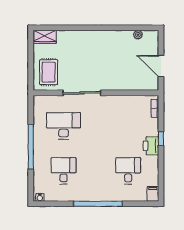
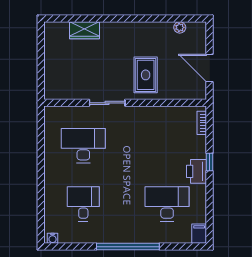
wardrobe: (45, 37) -> (85, 30), moved
rug: (49, 72) -> (146, 75), moved
sliding door: (82, 93) -> (107, 103), width x0.73
window: (31, 147) -> (41, 173), removed
desk: (128, 171) -> (167, 204), width x1.37

